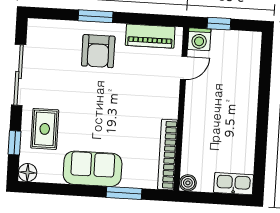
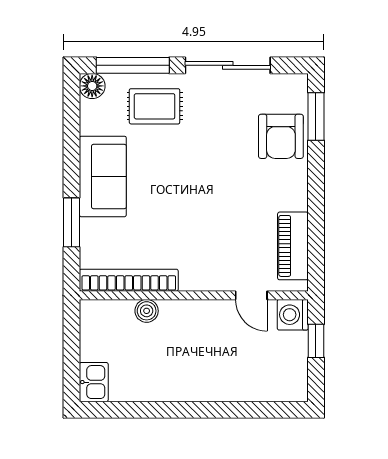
window: (96, 16) -> (316, 117), moved
armchair: (98, 51) -> (281, 136), moved, turned -90
window: (15, 143) -> (133, 65), width x2.17
boiler: (188, 183) -> (147, 311), moved
kitchen sink: (234, 184) -> (94, 382), width x0.73

